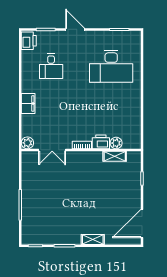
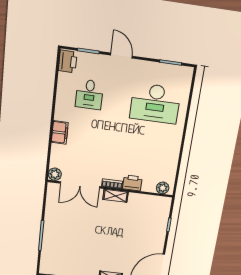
plant: (116, 143) -> (163, 188), moved
double door: (52, 150) -> (80, 185), width x1.37
shelving: (115, 156) -> (116, 196), moved

